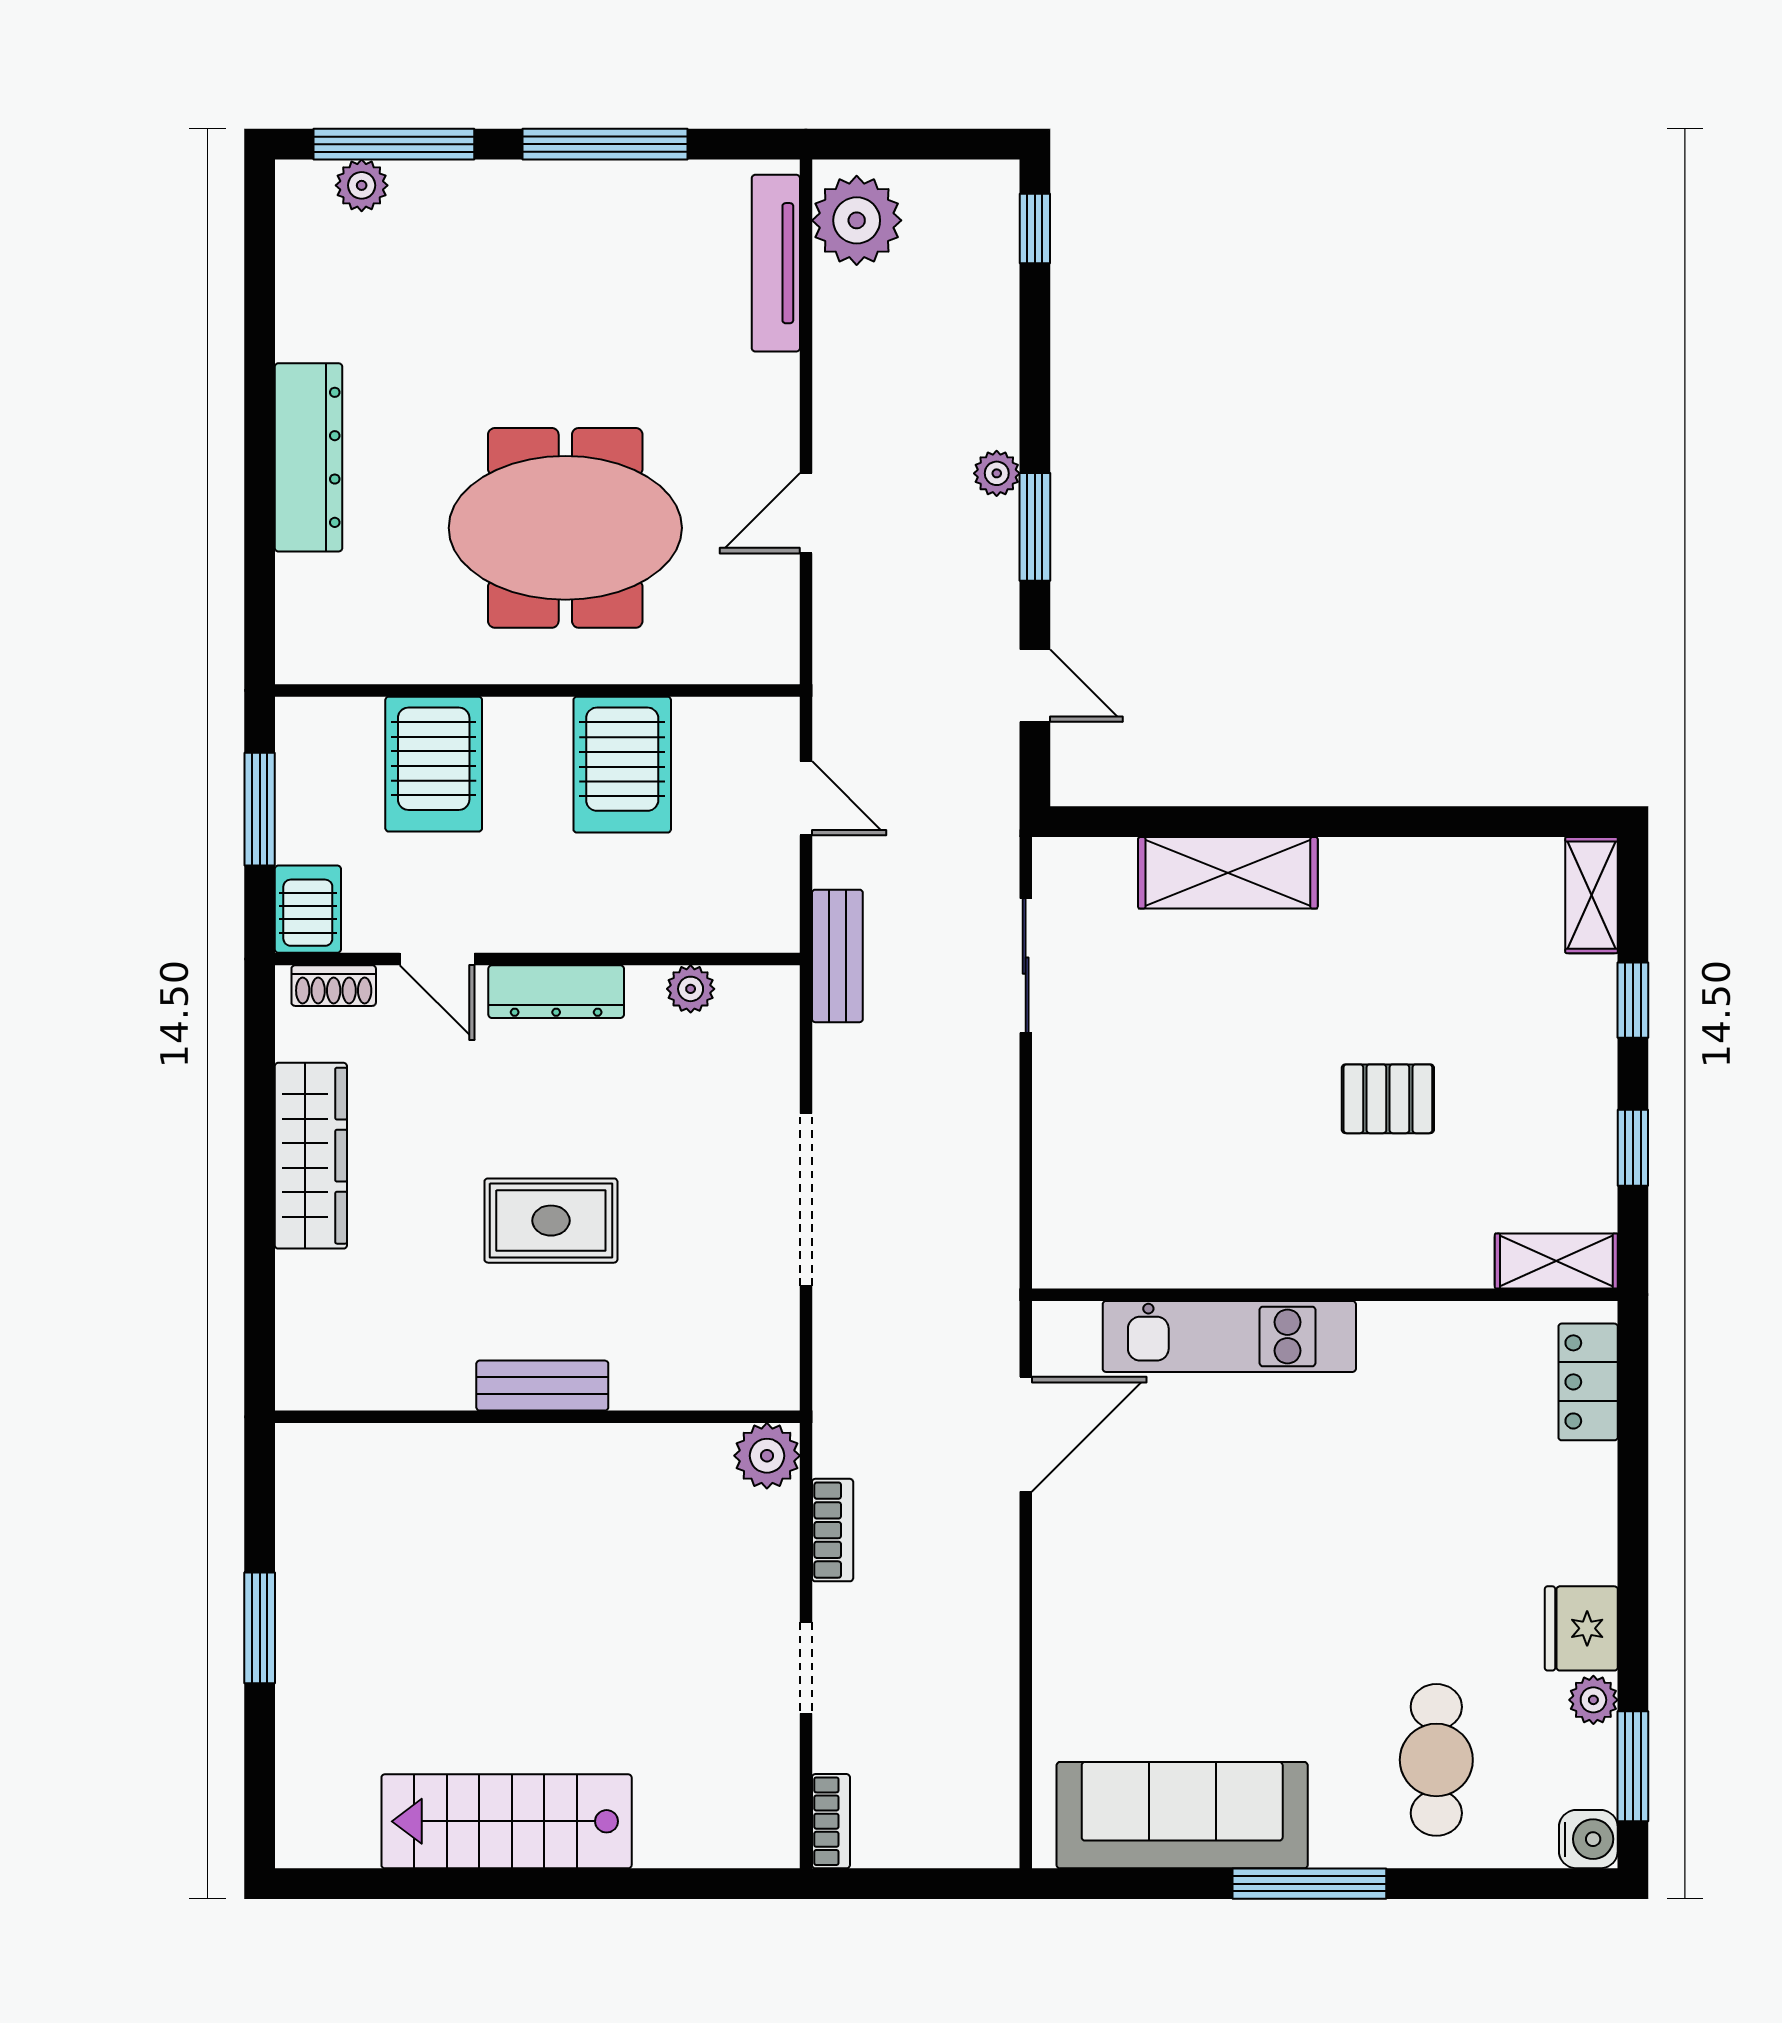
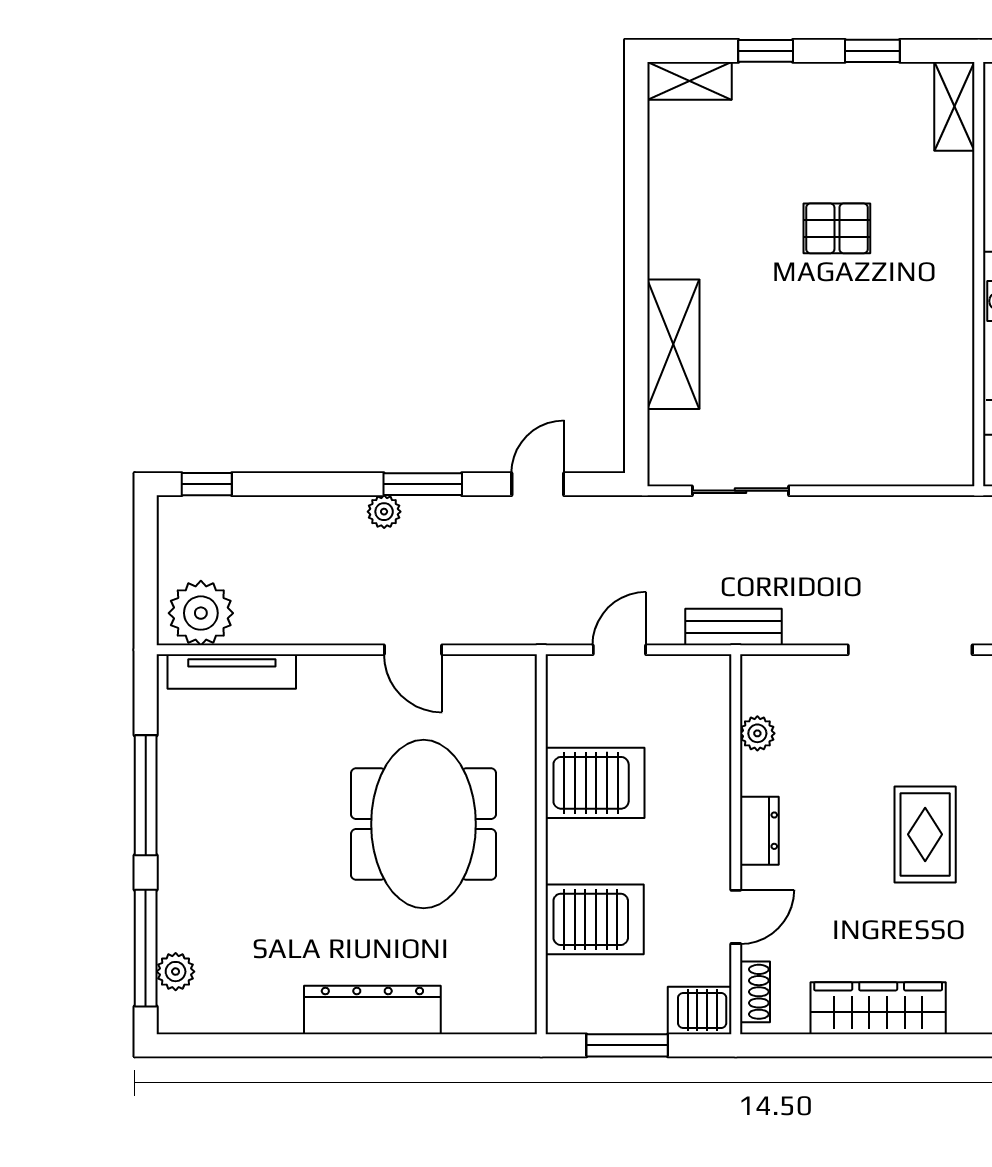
dresser: (556, 992) -> (759, 831), width x0.70
pallet: (1388, 1099) -> (837, 228), turned 90

